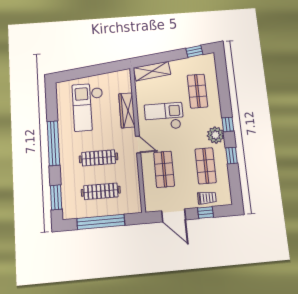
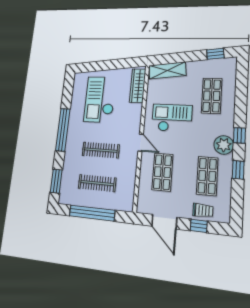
wardrobe: (127, 110) -> (138, 86), moved

